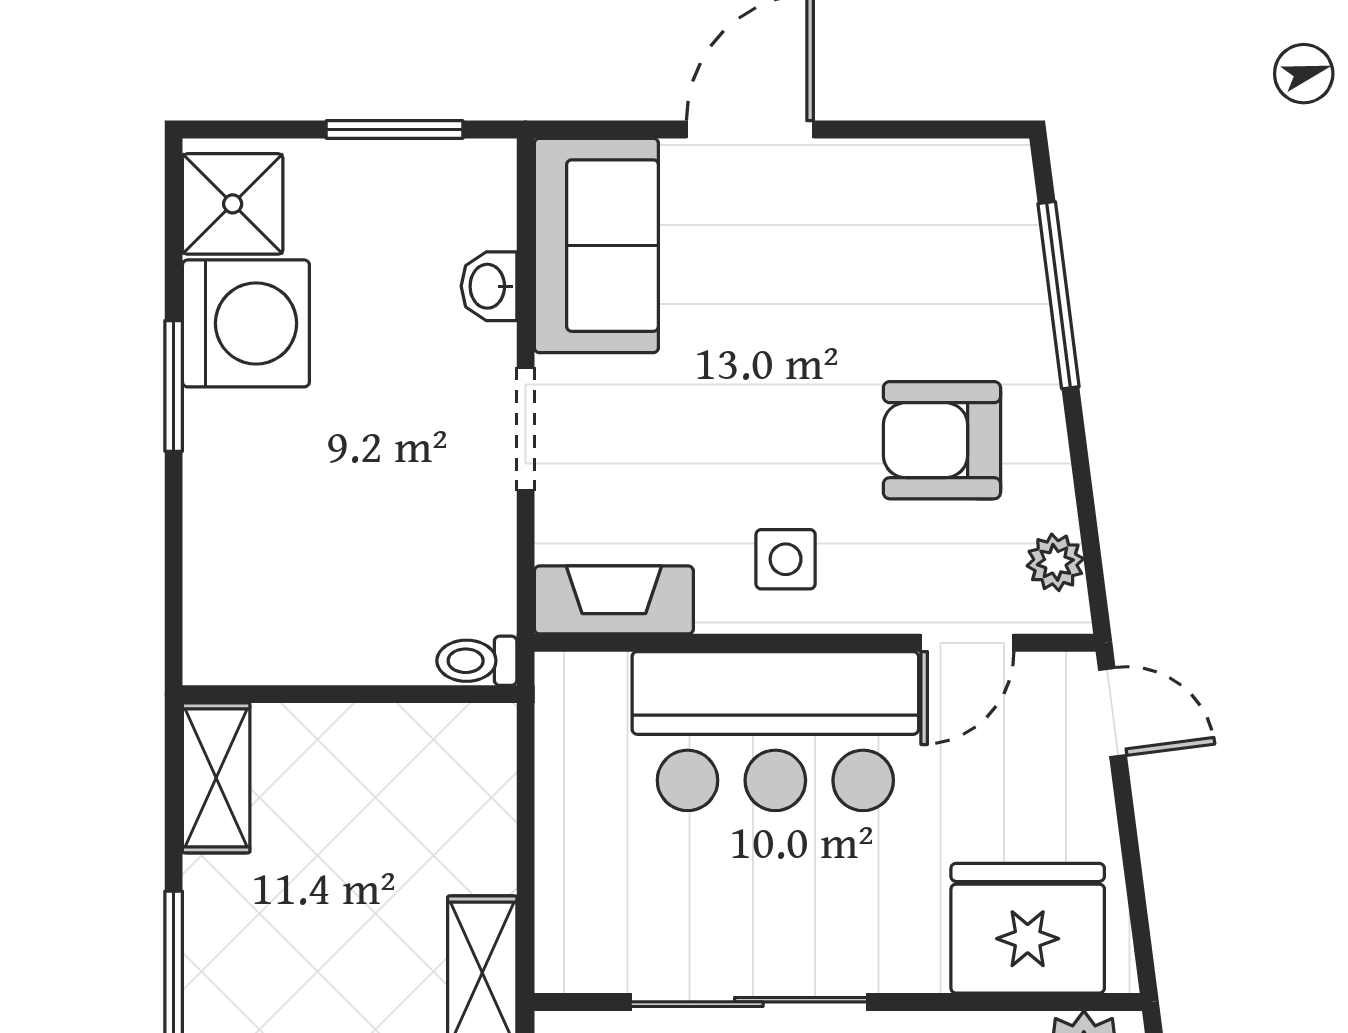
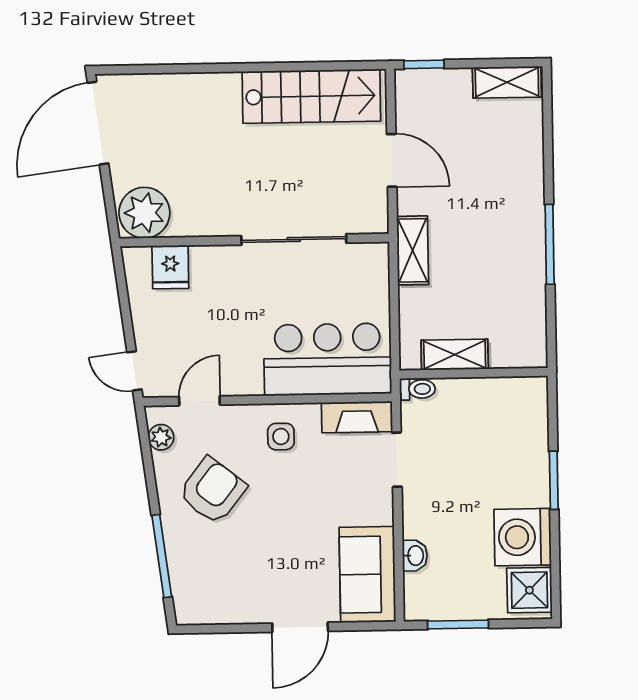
window: (174, 386) -> (554, 480), moved
doorway: (526, 429) -> (397, 460), moved
armchair: (942, 440) -> (212, 491), turned -52
bar counter: (775, 731) -> (328, 359), moved
shelving: (216, 778) -> (455, 355), moved, turned 90
fridge: (1028, 928) -> (170, 267), width x0.53, depth x0.75

